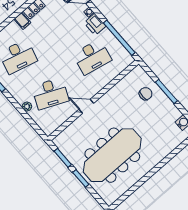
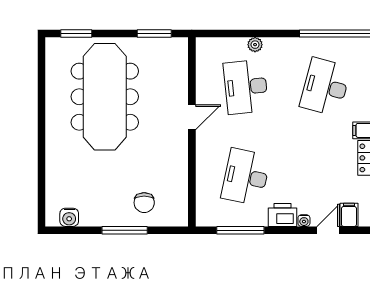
window: (119, 38) -> (240, 230), width x0.68
desk: (50, 94) -> (246, 87), turned -30
window: (81, 178) -> (76, 33), moved

